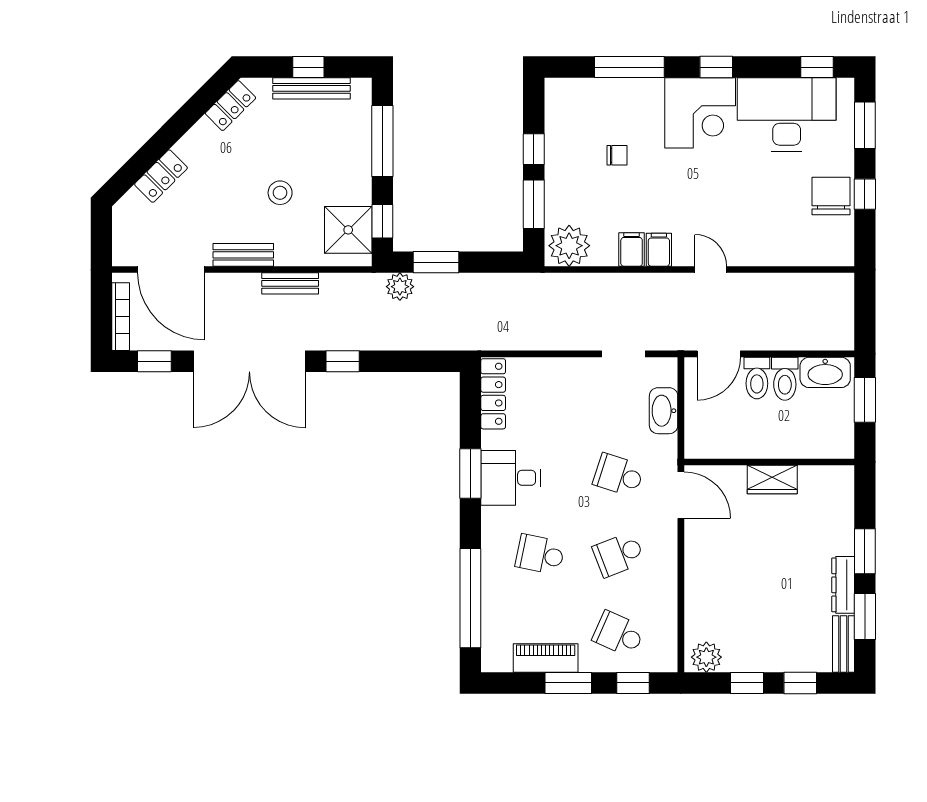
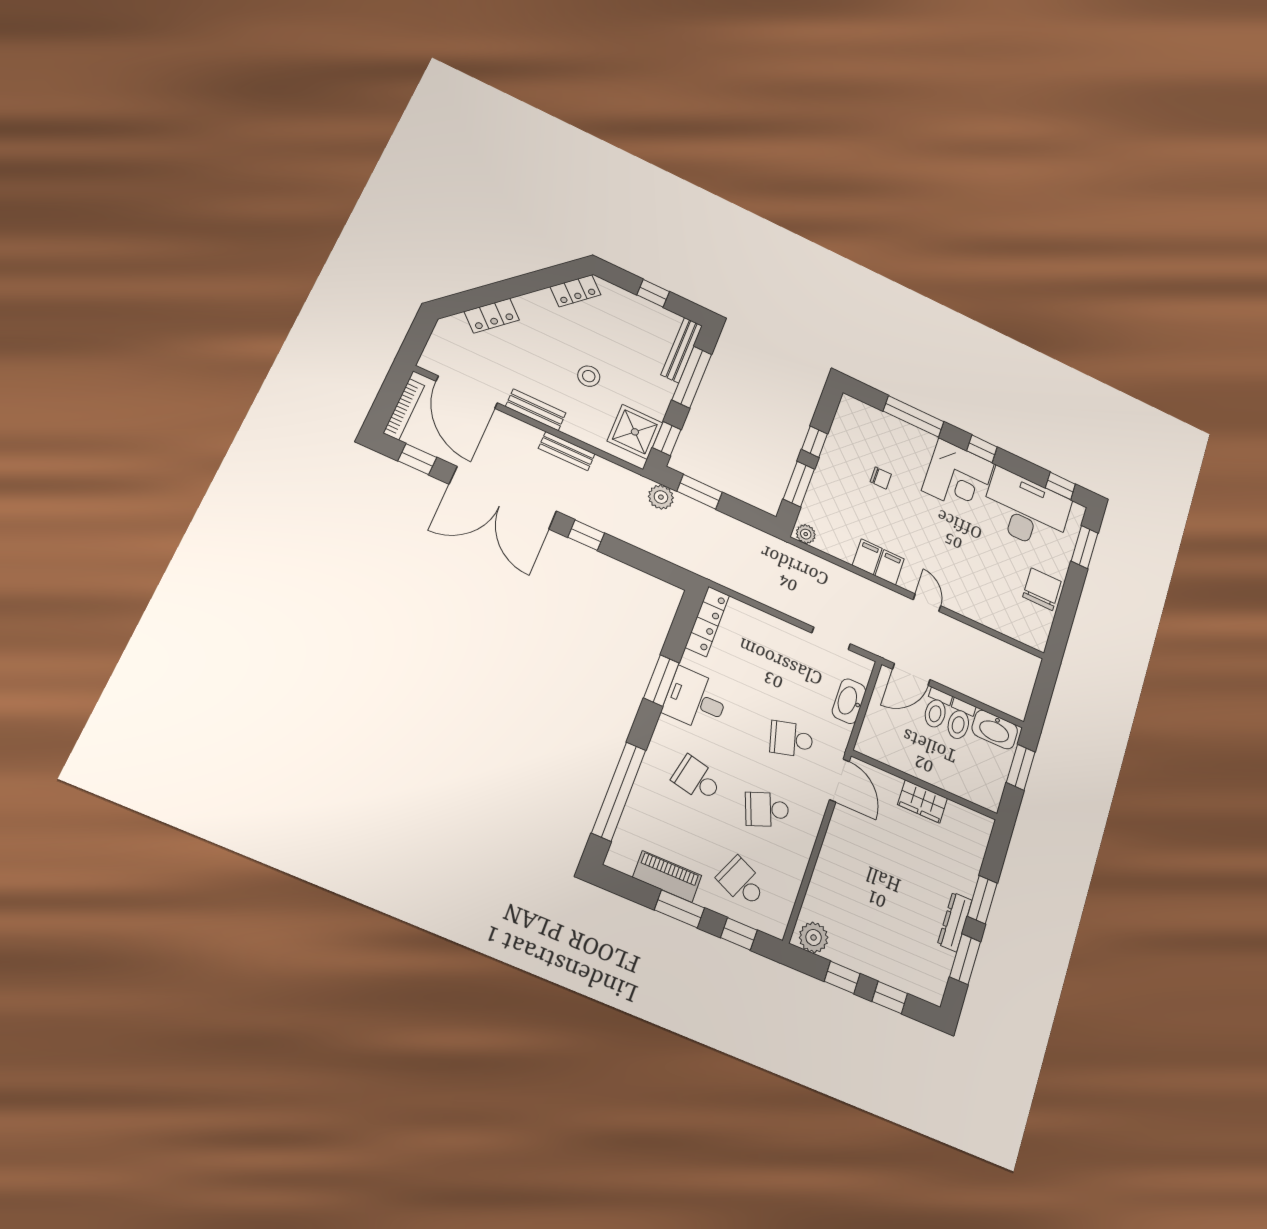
bench: (311, 88) -> (682, 350), moved, turned 90
window: (865, 194) -> (1069, 600), removed
plant: (569, 246) -> (806, 534), width x0.53, depth x0.53
school desk: (619, 475) -> (791, 739), turned -33
bench: (843, 644) -> (939, 977), removed

